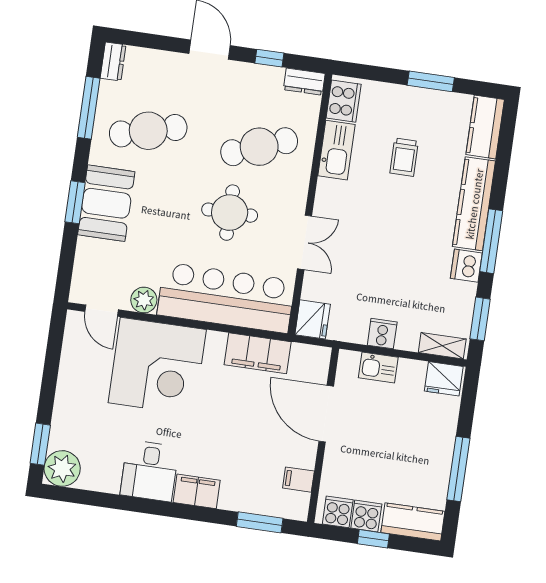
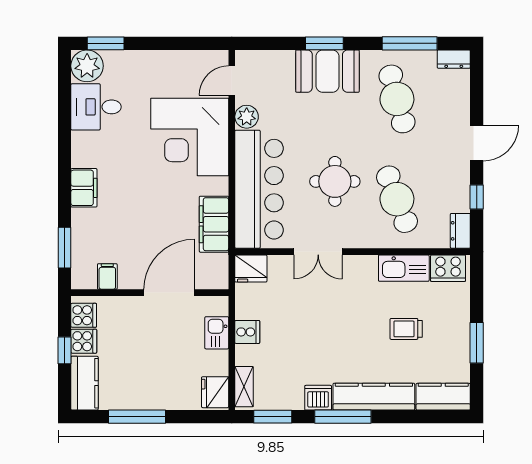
desk: (149, 471) -> (96, 107), moved

